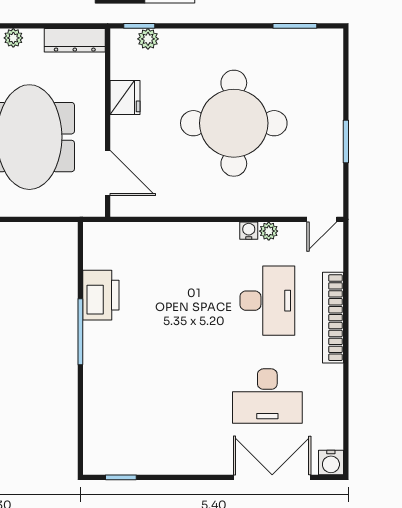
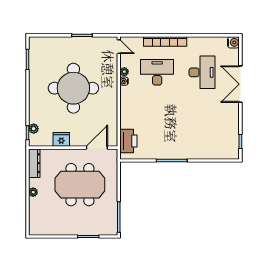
printer: (101, 295) -> (128, 141), moved, turned 90
double door: (272, 477) -> (240, 84), moved

